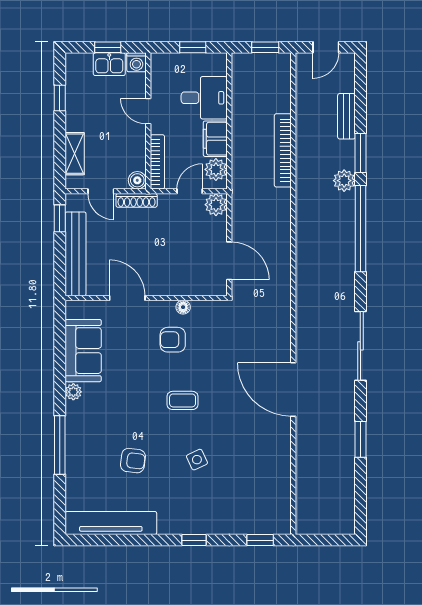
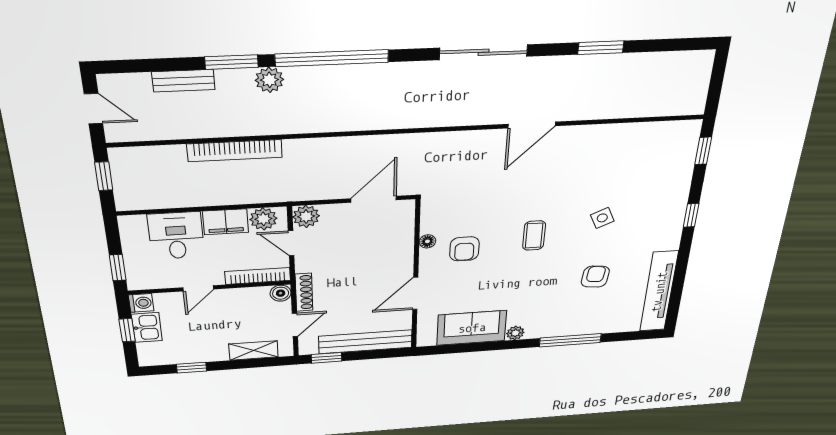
window: (193, 47) -> (118, 268), moved
door: (293, 389) -> (532, 125), width x0.73

